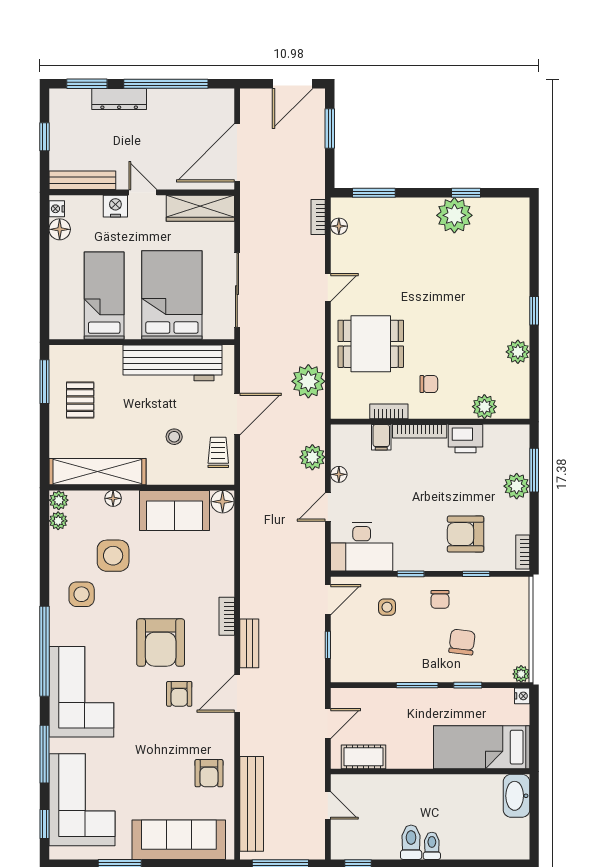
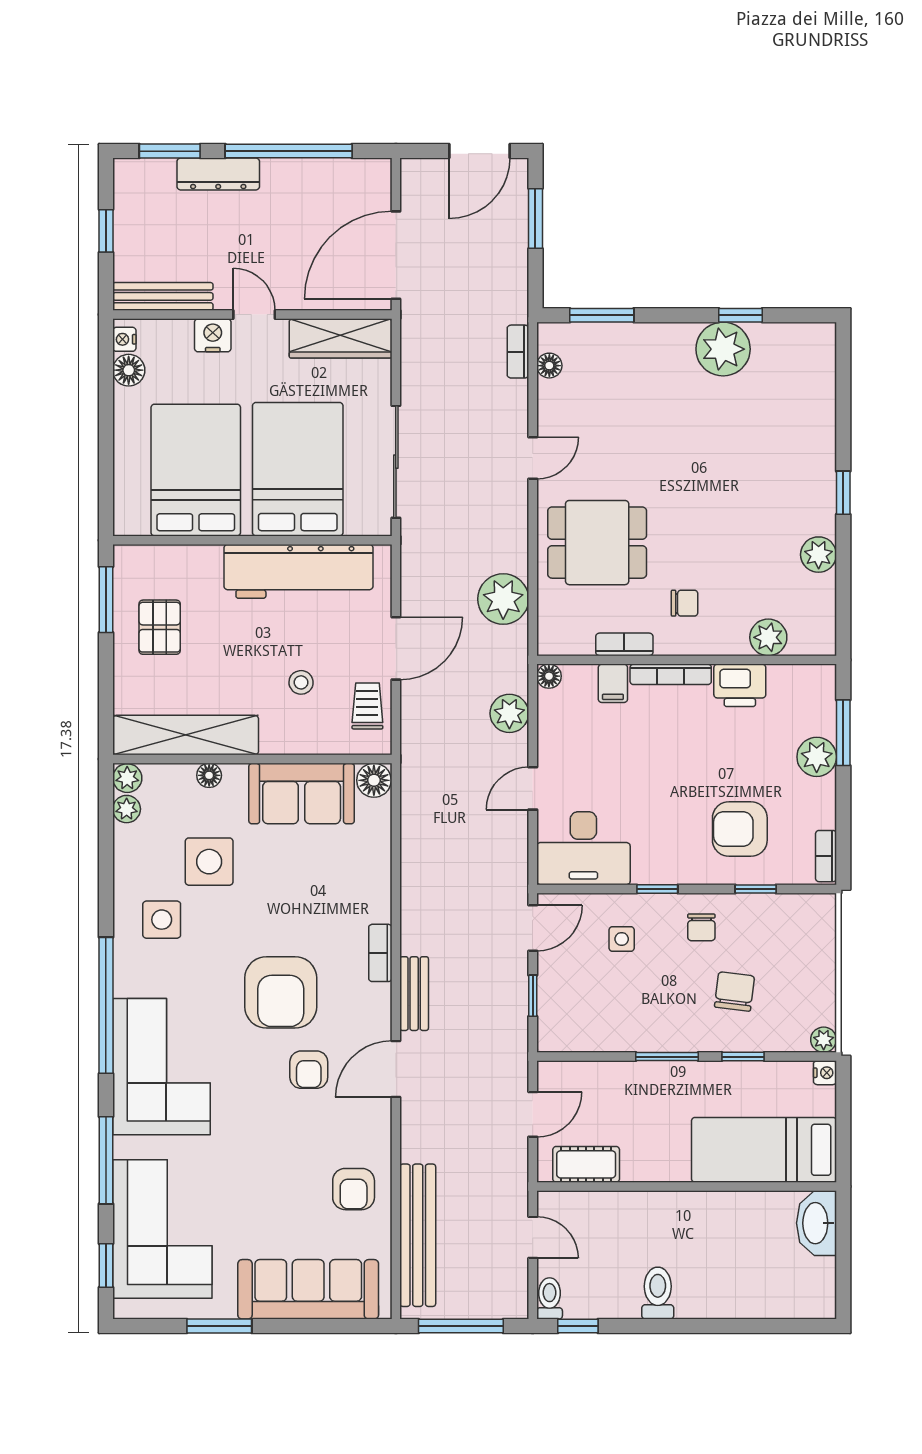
bed: (104, 296) -> (196, 470), width x1.50
floor lamp: (339, 474) -> (549, 676), moved
toilet: (432, 846) -> (550, 1298), moved

